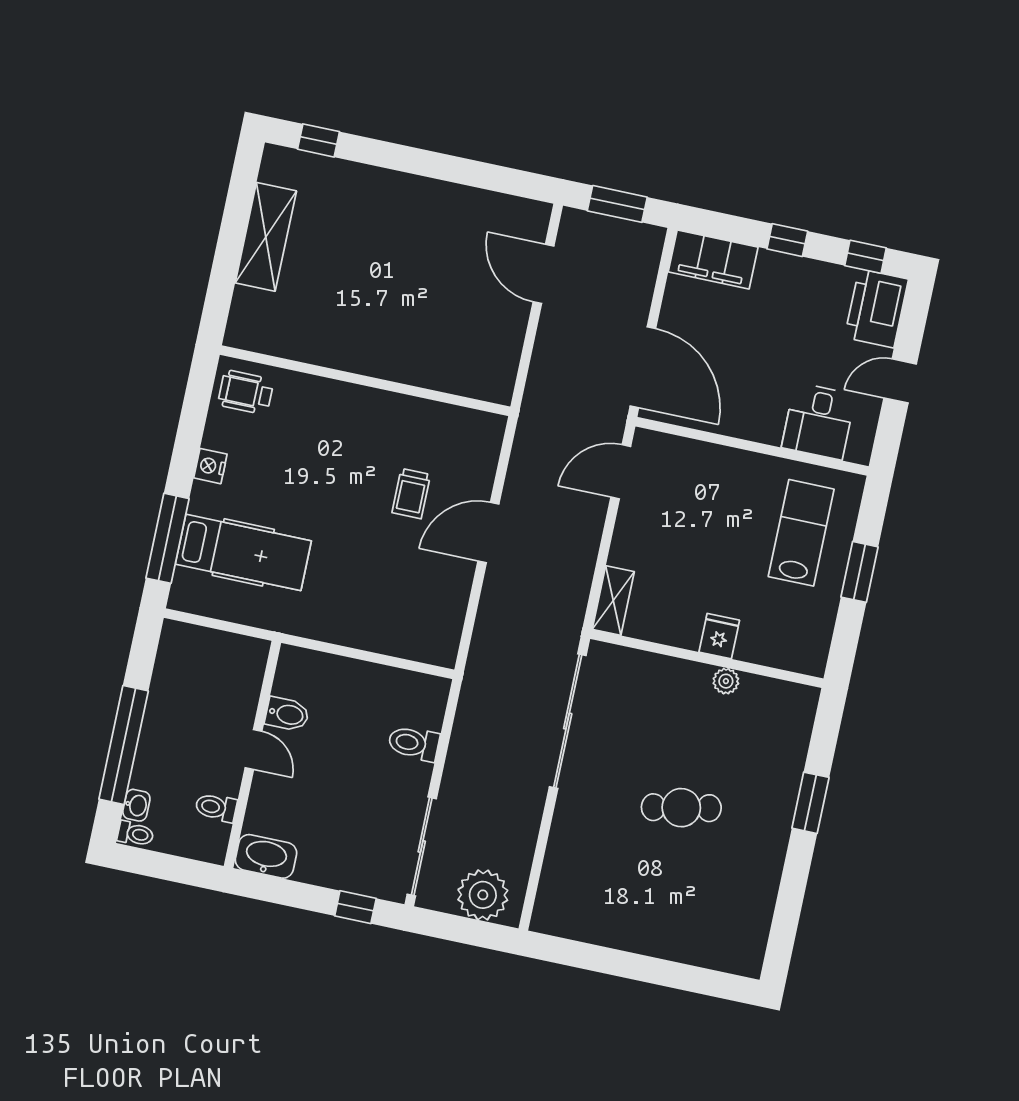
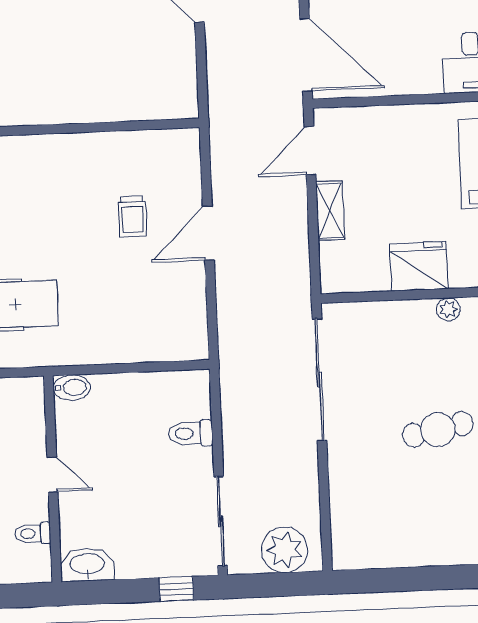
shelving: (613, 601) -> (330, 211), moved
fridge: (719, 636) -> (419, 266), width x1.88, depth x1.34
bidet: (287, 714) -> (72, 387), moved

